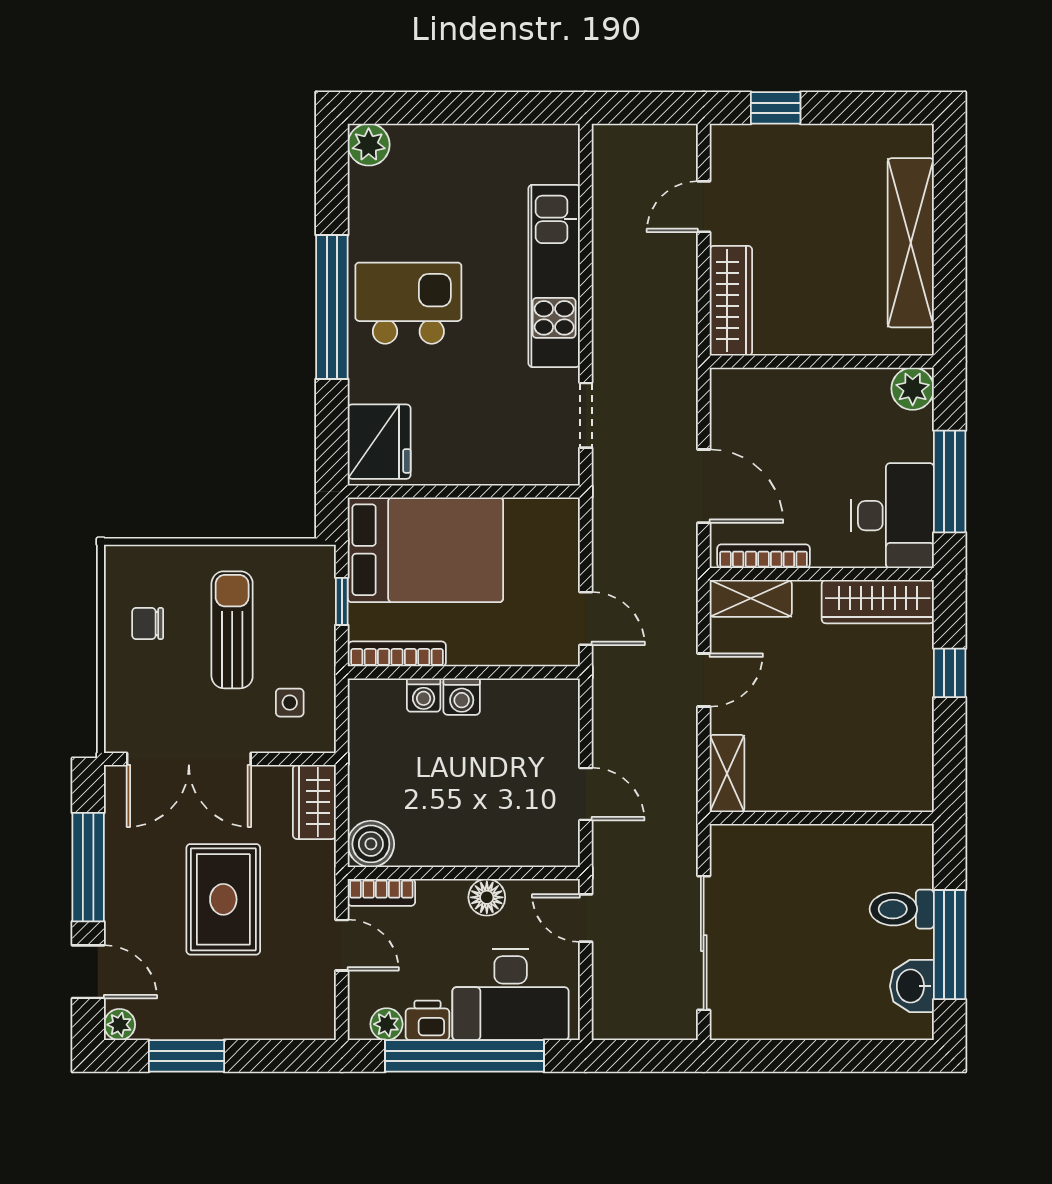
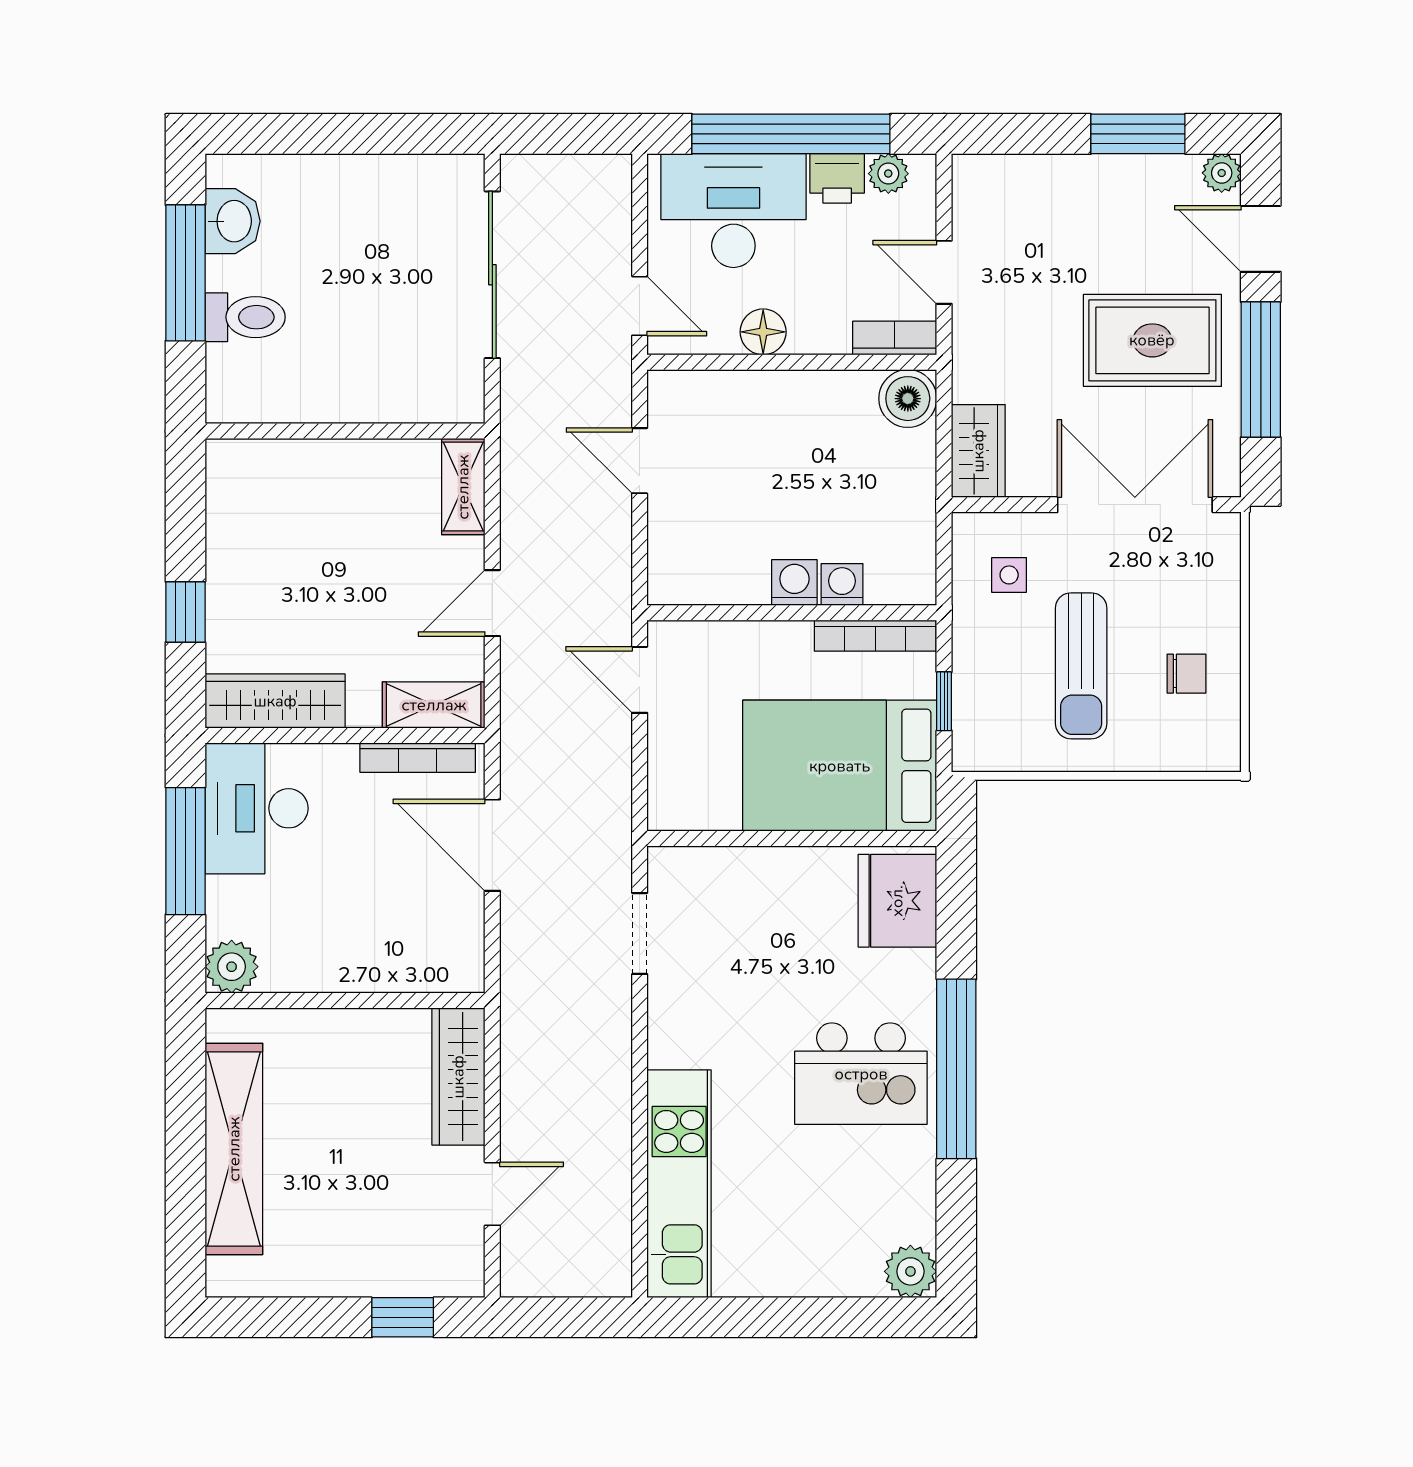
kitchen unit: (554, 276) -> (679, 1184), moved
rug: (223, 899) -> (1152, 340), moved, turned 90

